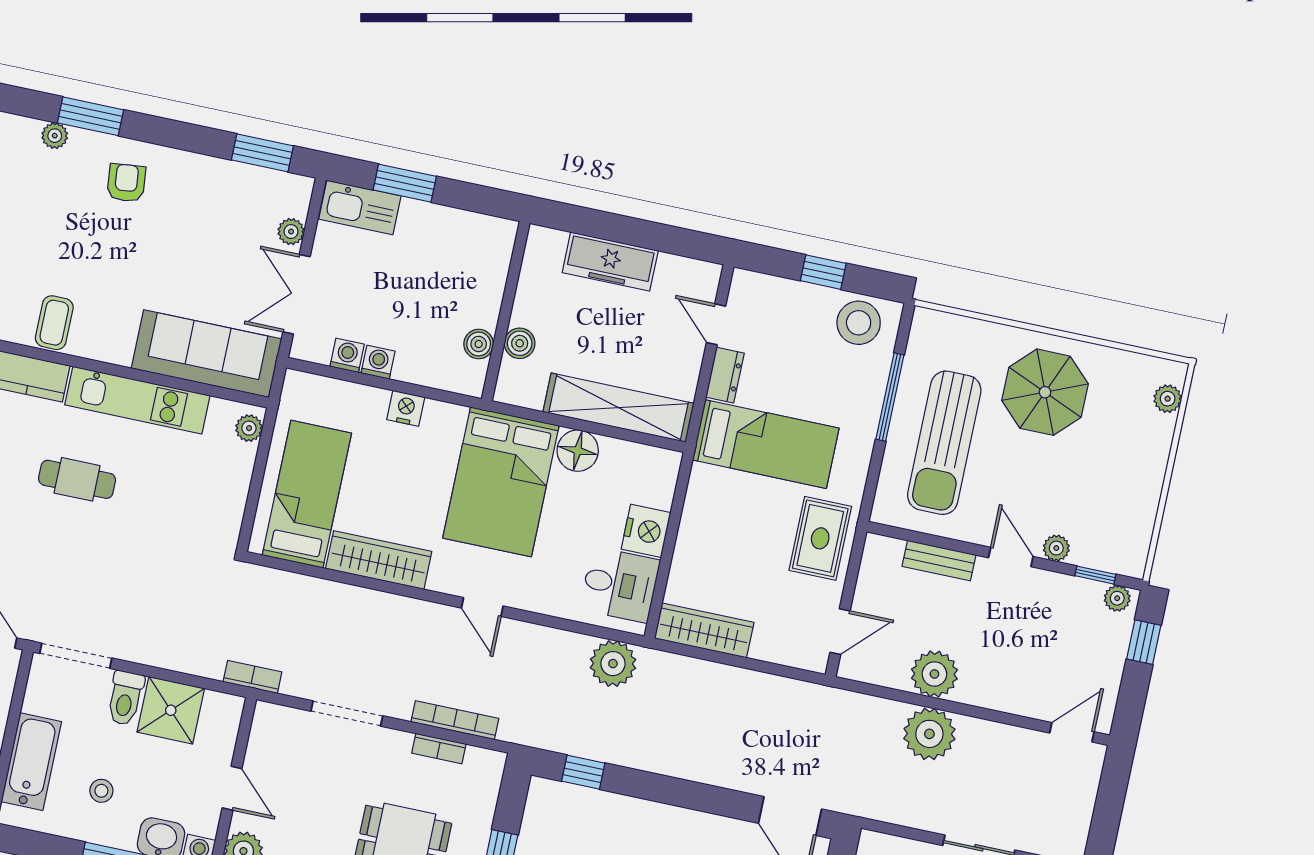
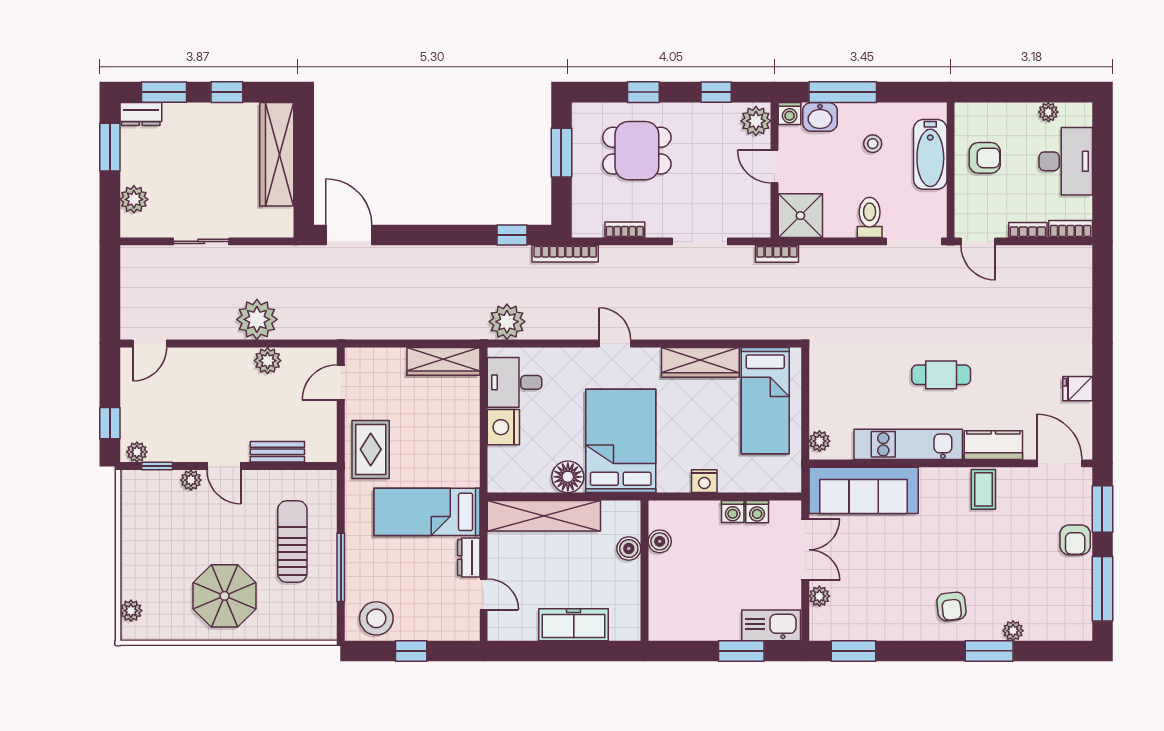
sun lounger: (944, 443) -> (292, 542), width x0.73, depth x0.75
plant: (934, 674) -> (268, 361), width x0.73, depth x0.73
shower: (171, 710) -> (800, 216), moved
bookcase: (455, 720) -> (565, 254), moved

